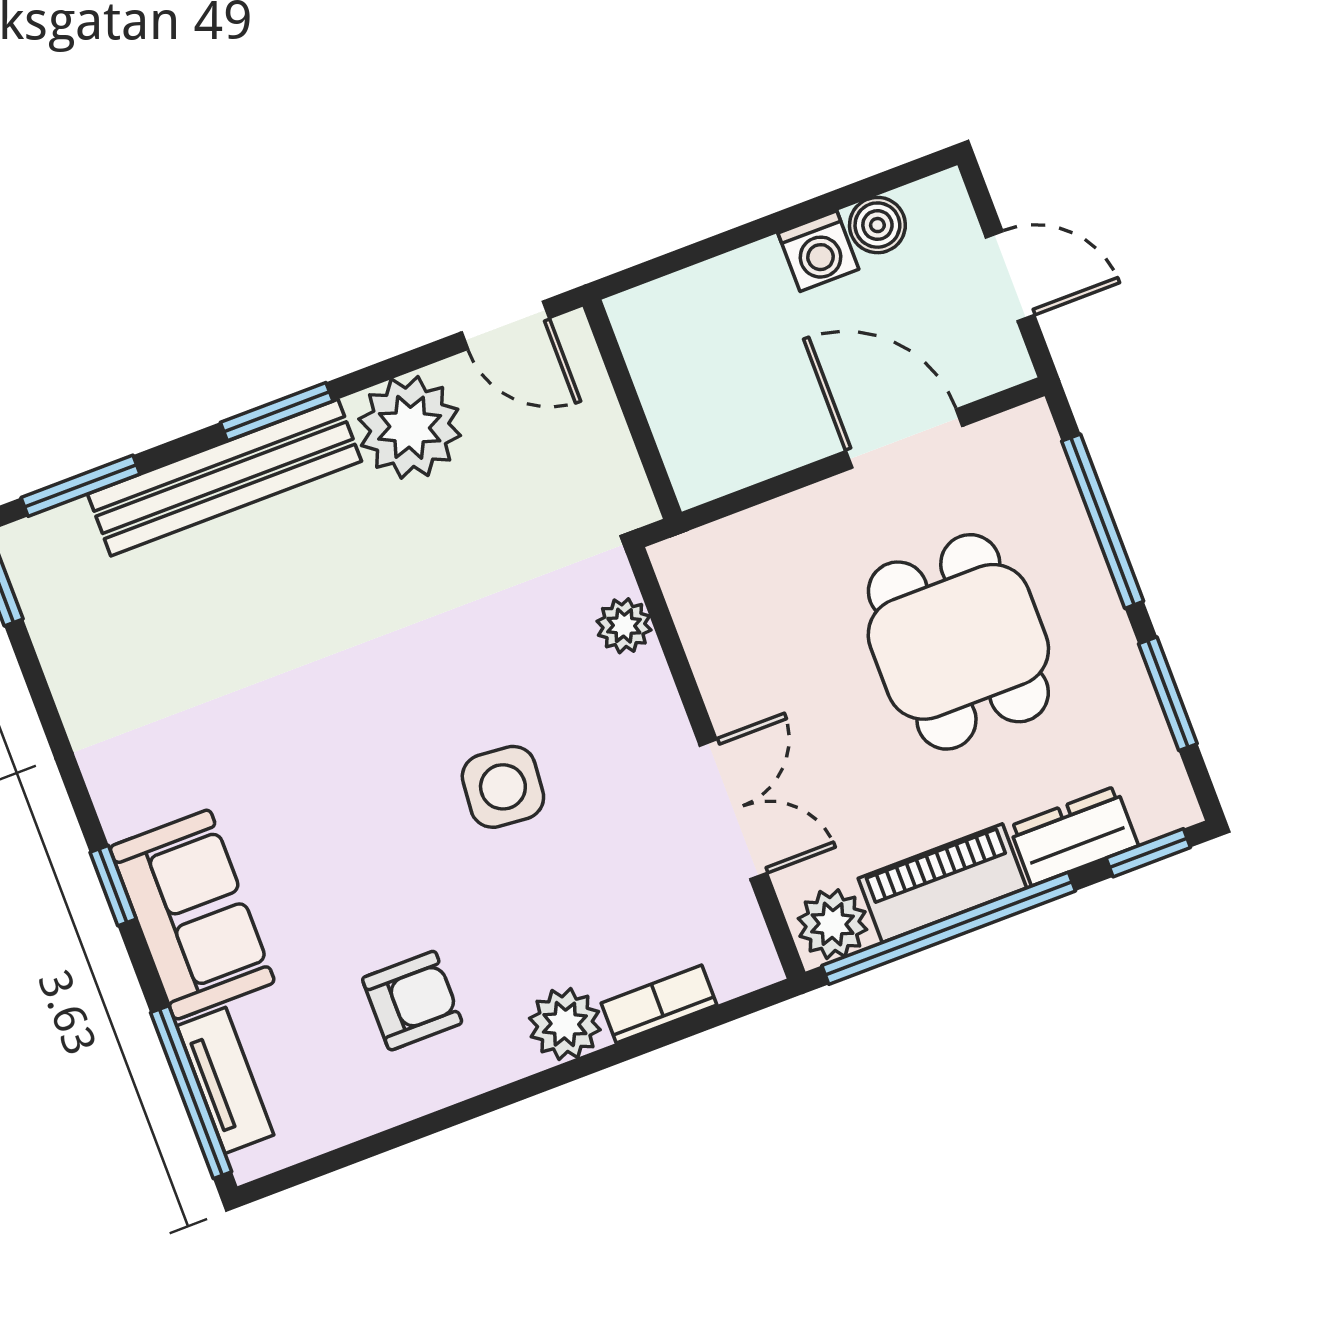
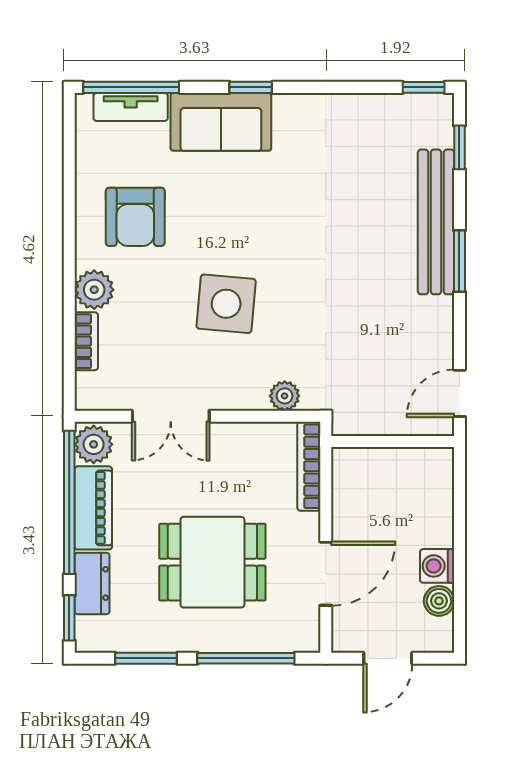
plant: (410, 427) -> (426, 325), removed
window: (80, 486) -> (459, 147), width x0.67
bookcase: (730, 538) -> (309, 466), added
side table: (503, 787) -> (226, 304), width x1.37, depth x1.37
armchair: (412, 1001) -> (135, 217), width x1.38, depth x1.38

